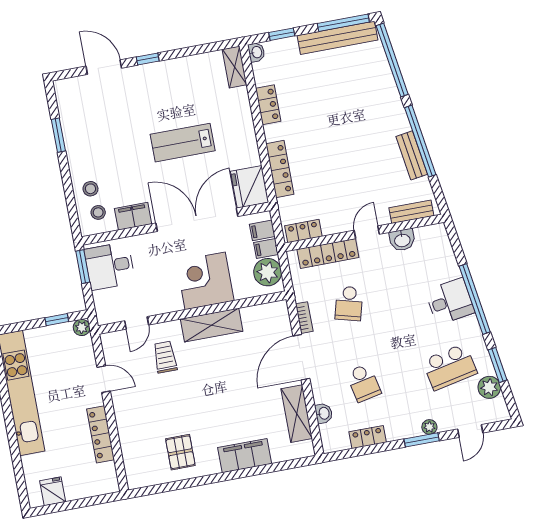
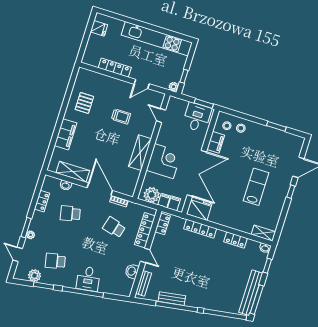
lab bench: (183, 143) -> (256, 187), moved
trolley: (165, 357) -> (121, 116), moved
school desk: (450, 367) -> (55, 261), width x0.54
pallet: (180, 452) -> (84, 103), turned 90

